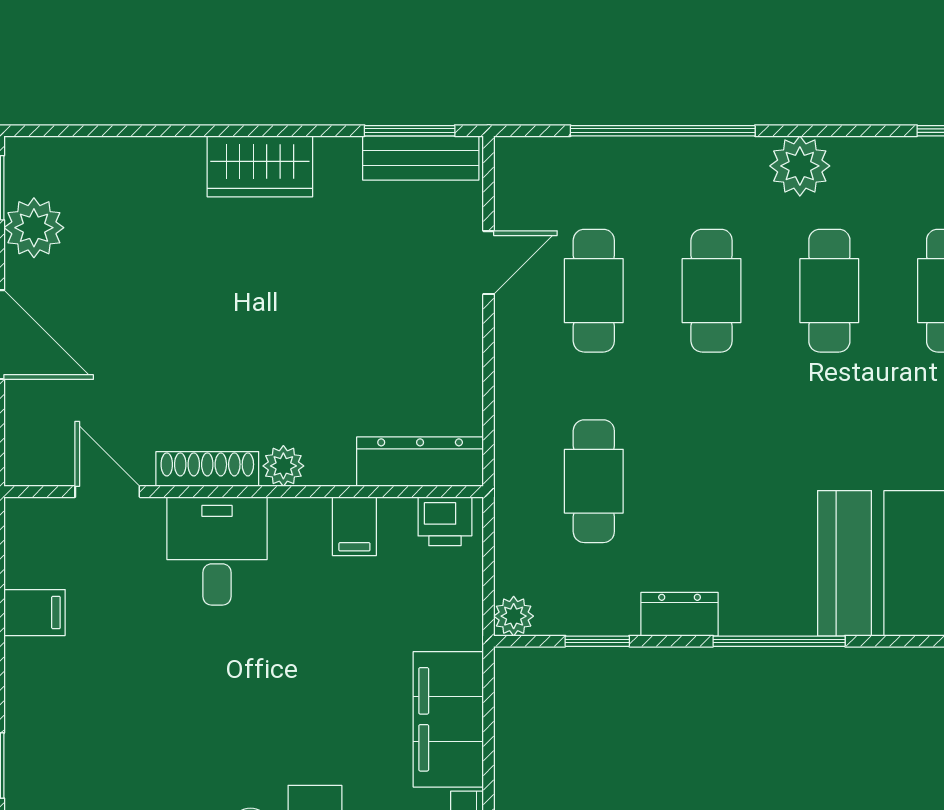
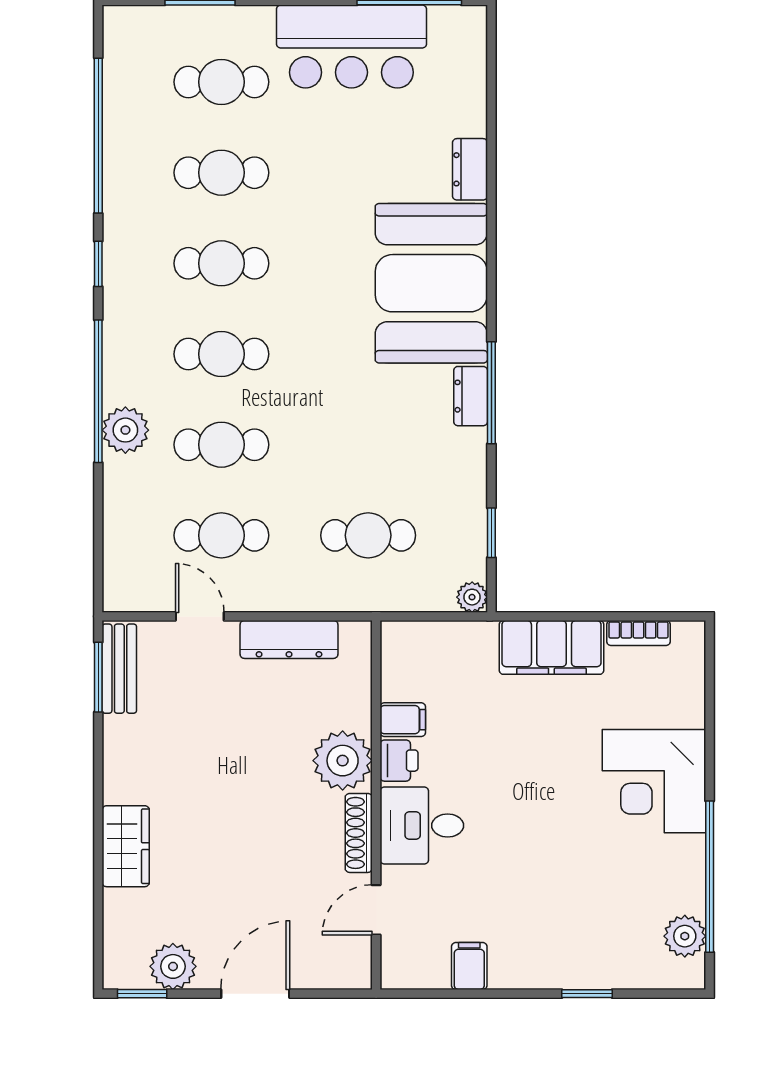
window: (663, 131) -> (98, 391), moved
wardrobe: (260, 166) -> (126, 846), moved
plant: (800, 166) -> (125, 430), moved
dresser: (420, 462) -> (289, 639), moved, turned -90
plant: (283, 466) -> (343, 761), width x1.88, depth x1.88
printer: (445, 521) -> (399, 761), moved
dresser: (680, 614) -> (471, 396), moved

